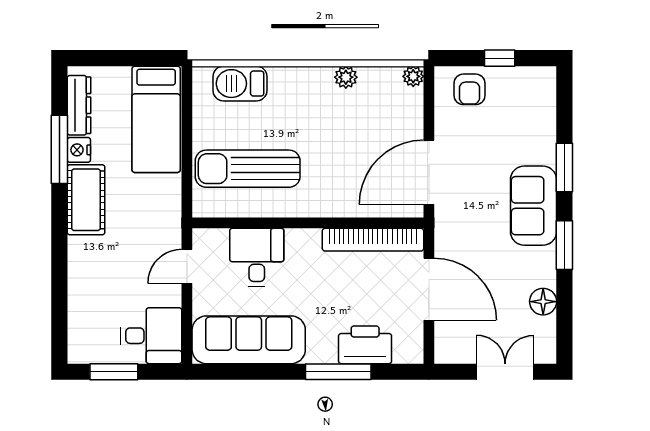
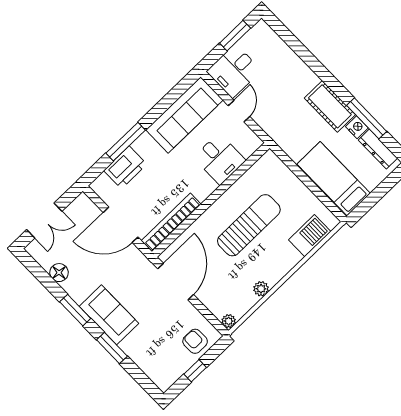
sun lounger: (248, 169) -> (249, 225), moved
door: (187, 266) -> (239, 111), moved

